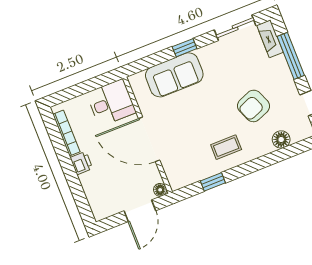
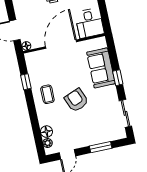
fireplace: (270, 39) -> (114, 135), removed
window: (291, 56) -> (101, 147), width x0.69
armchair: (253, 106) -> (76, 100), moved
plant: (298, 135) -> (48, 143), added

